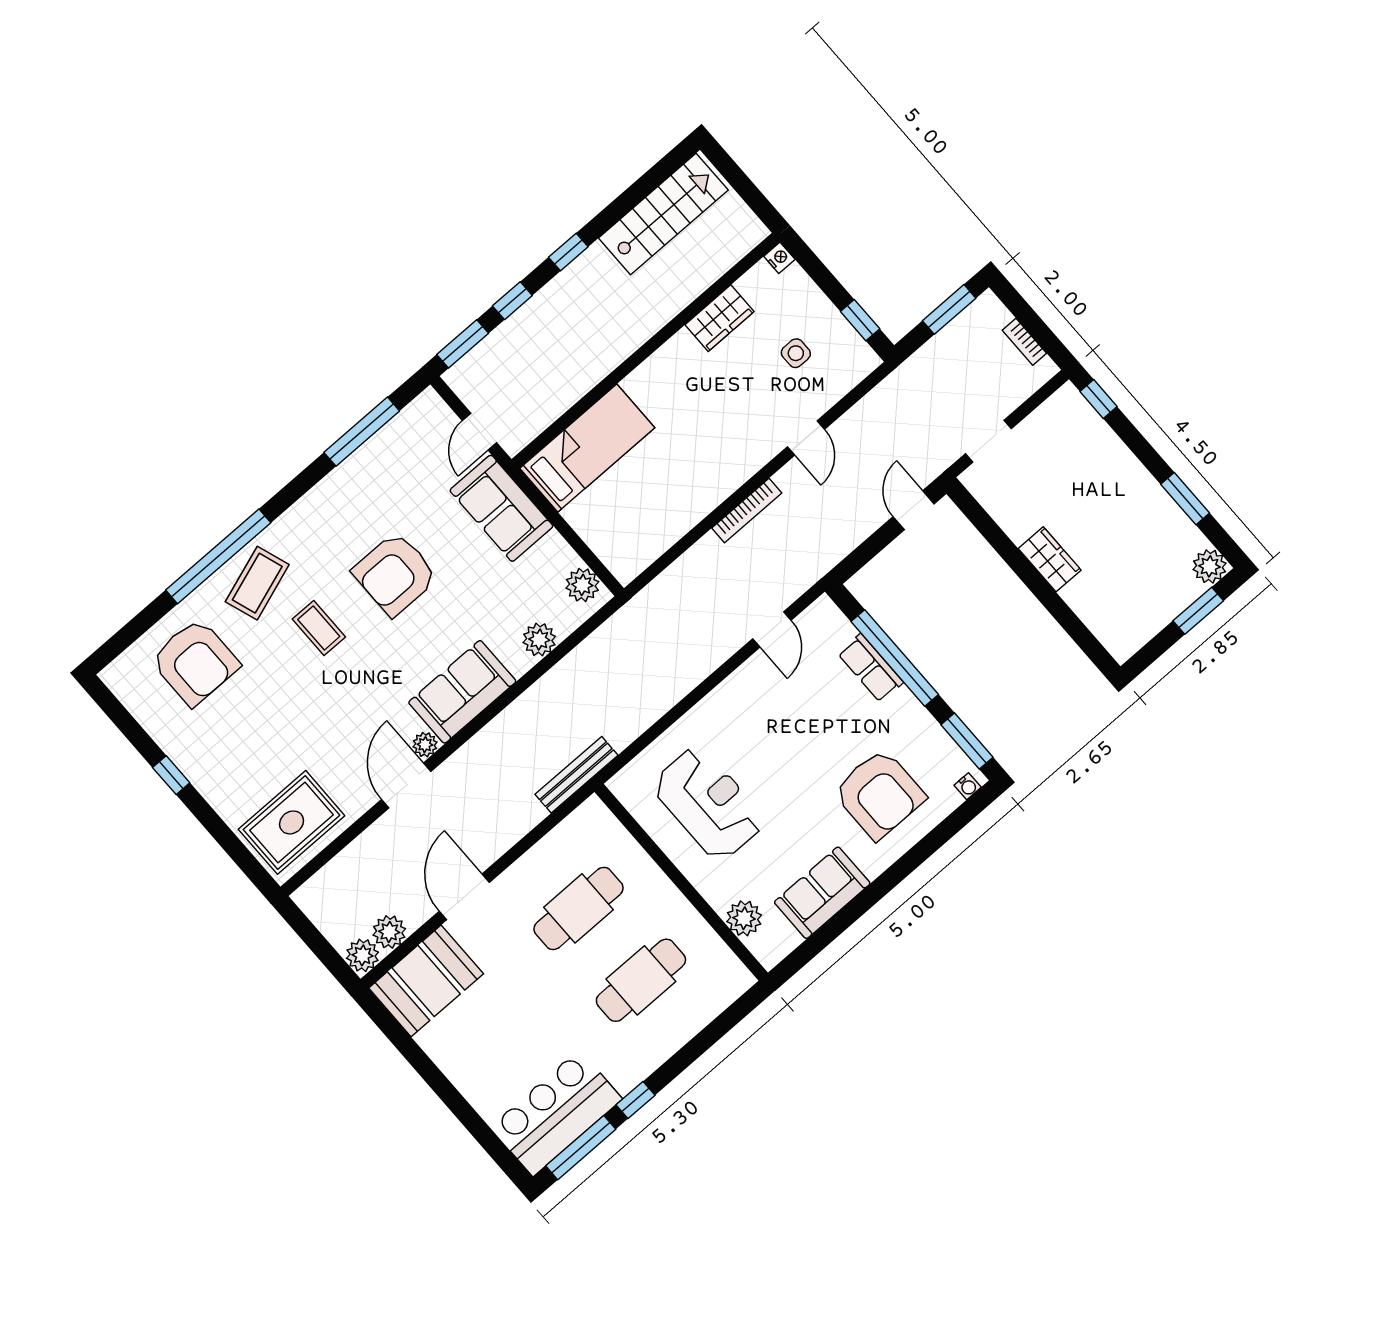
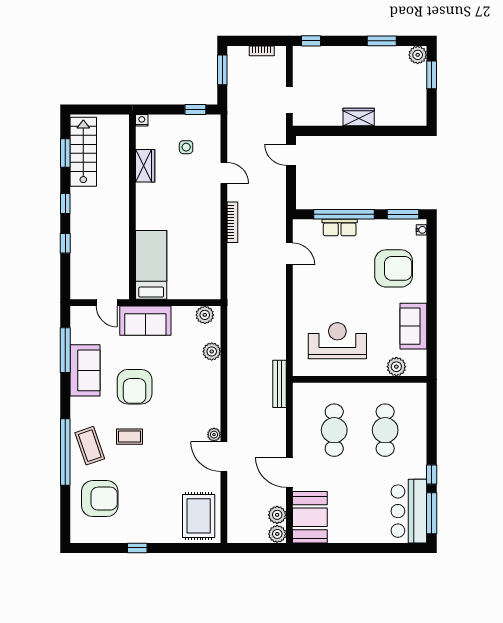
window: (463, 344) -> (65, 153), moved
sofa: (462, 692) -> (85, 370), moved, turned 180

